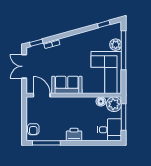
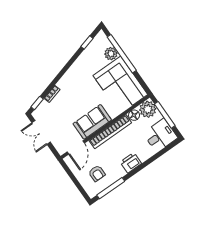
door: (42, 95) -> (76, 148), swing flipped
bookcase: (75, 101) -> (110, 132), added
armchair: (33, 129) -> (97, 173), moved

